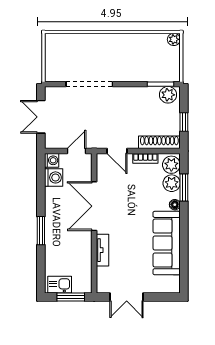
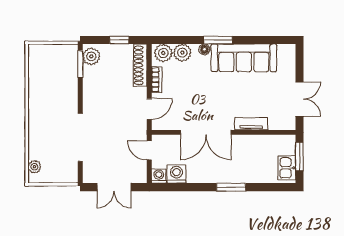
plant: (174, 39) -> (34, 167), moved
window: (184, 188) -> (218, 40), moved

